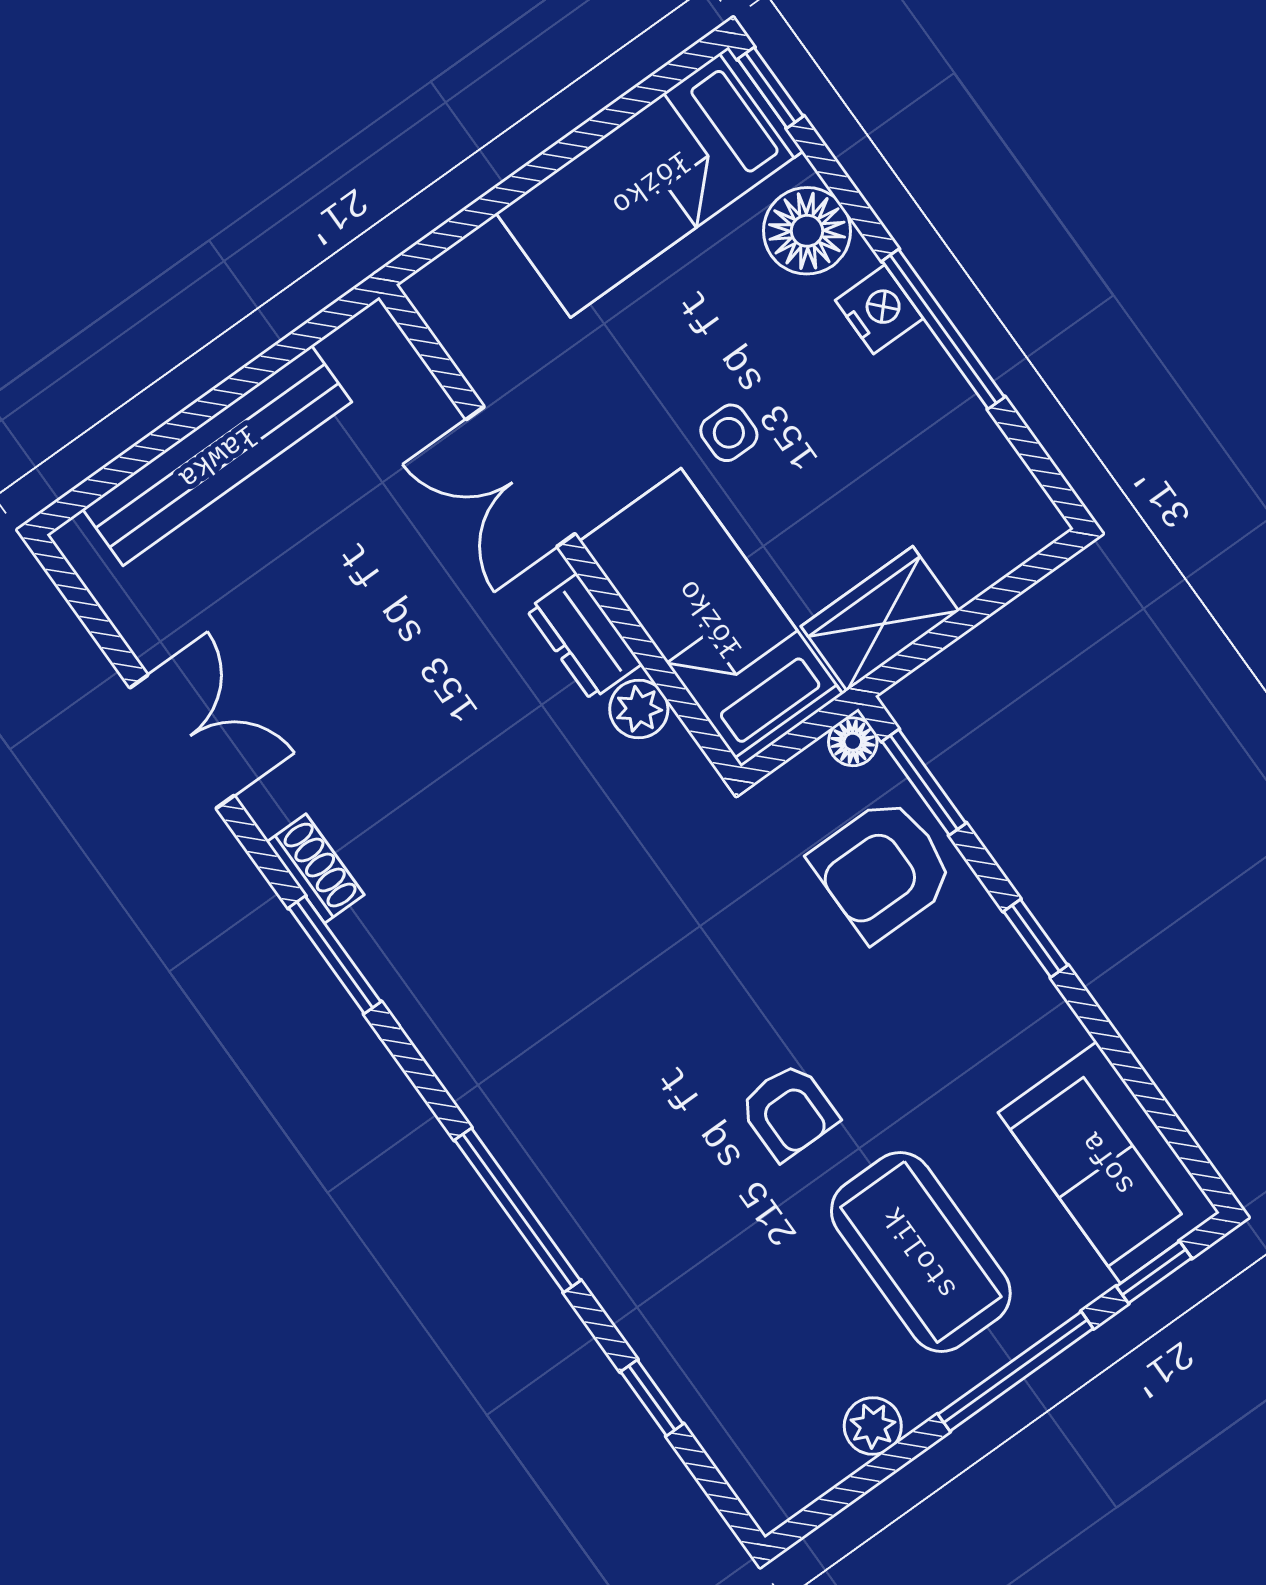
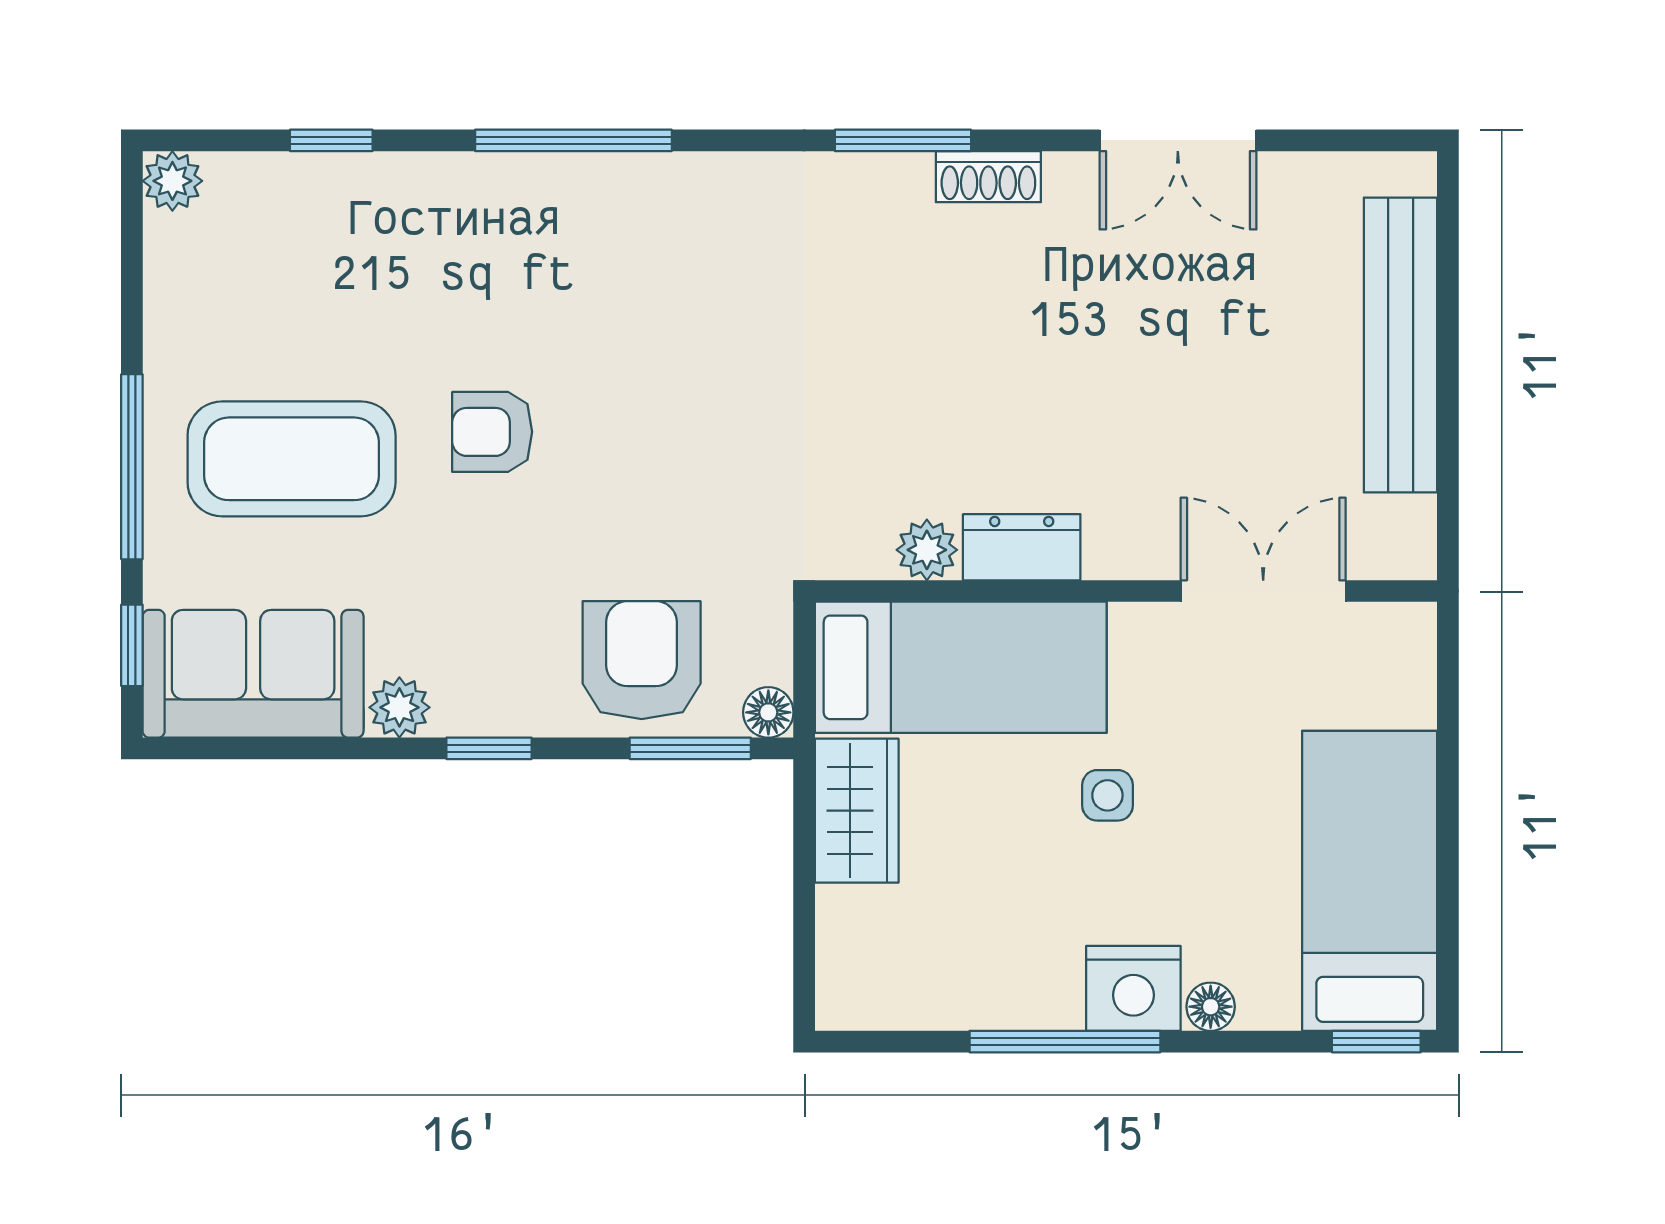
floor lamp: (807, 231) -> (1211, 1007), width x0.53, depth x0.53
nightstand: (879, 309) -> (1133, 988), width x1.36, depth x1.33
double door: (521, 477) -> (1263, 591), moved
plant: (1054, 1030) -> (399, 707), added
plant: (873, 1426) -> (172, 181), moved

